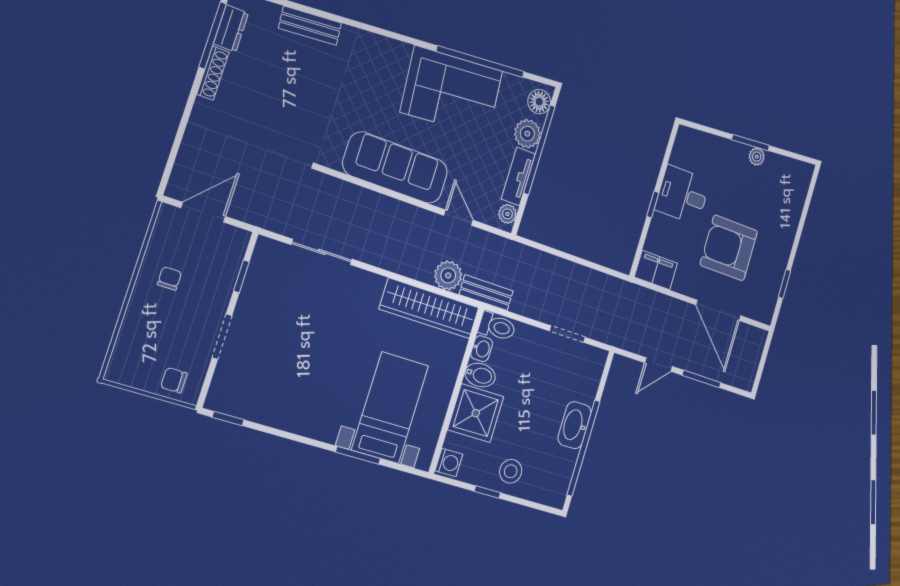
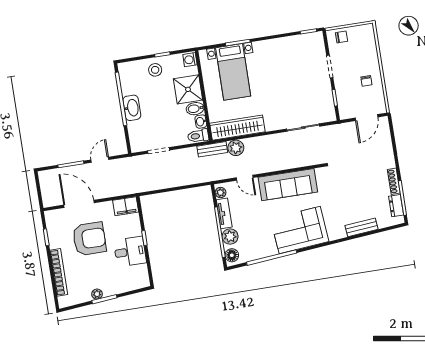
corner sofa: (452, 91) -> (300, 230), moved
bookcase: (792, 220) -> (59, 272), added

